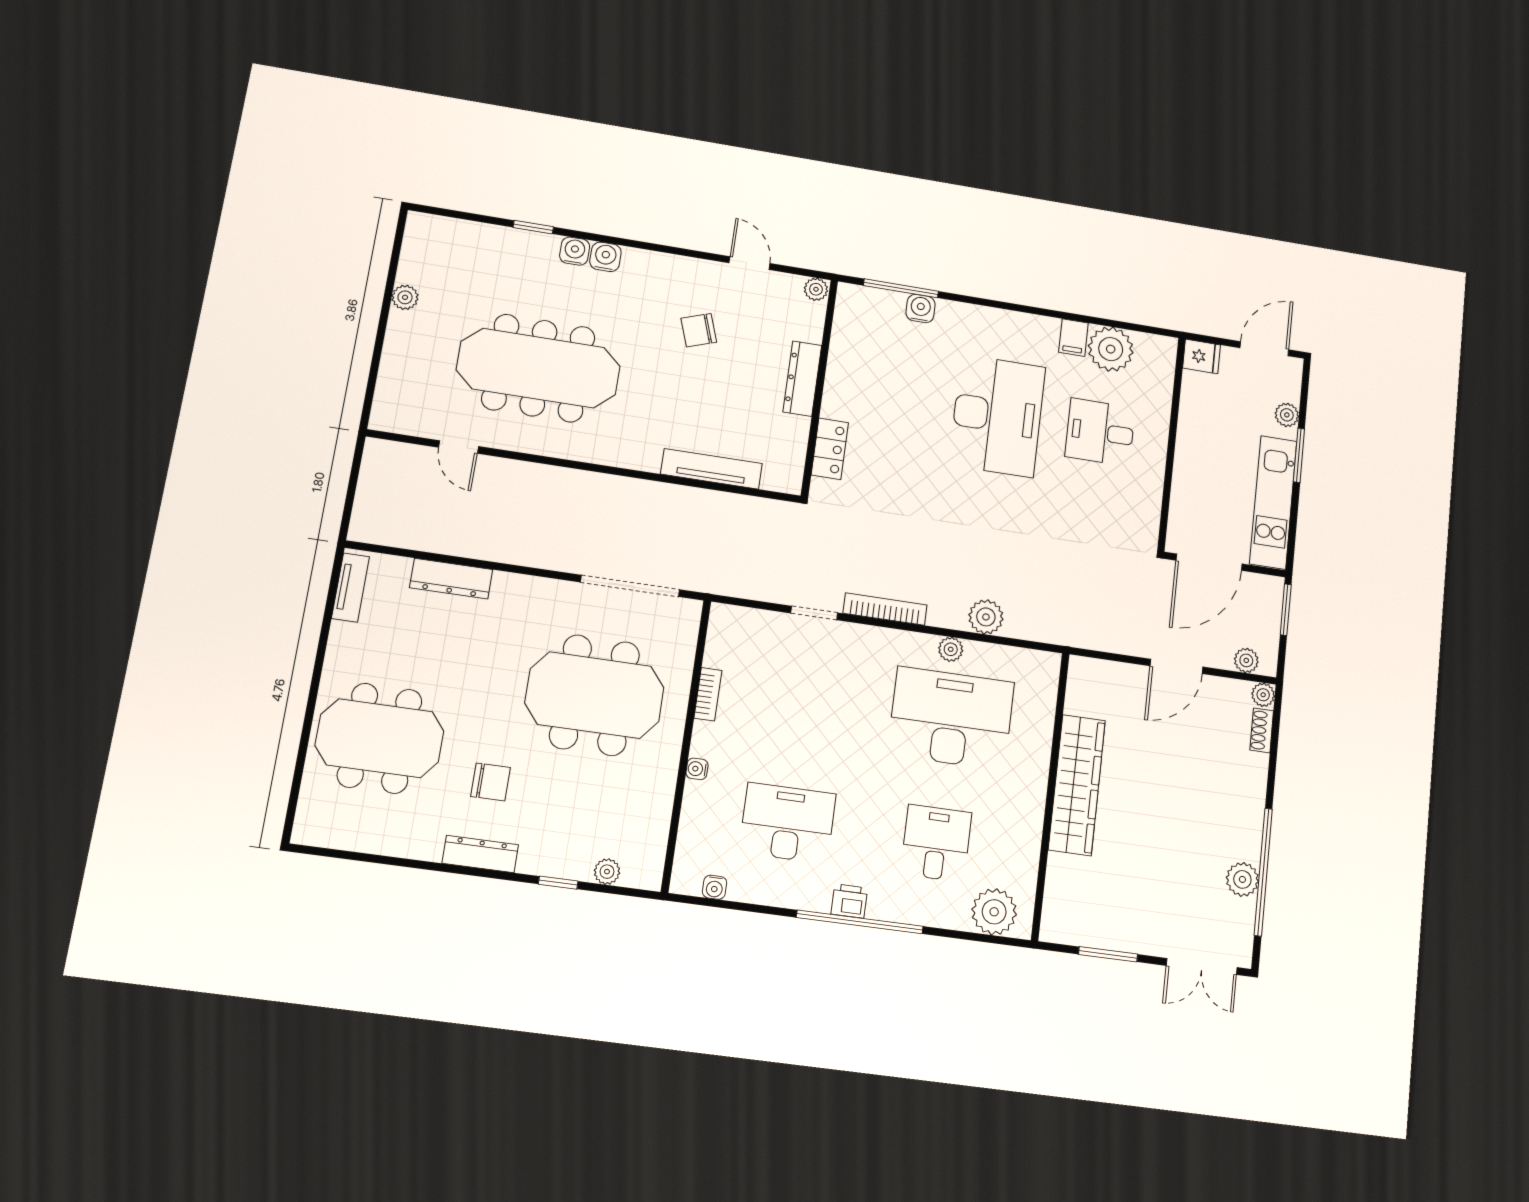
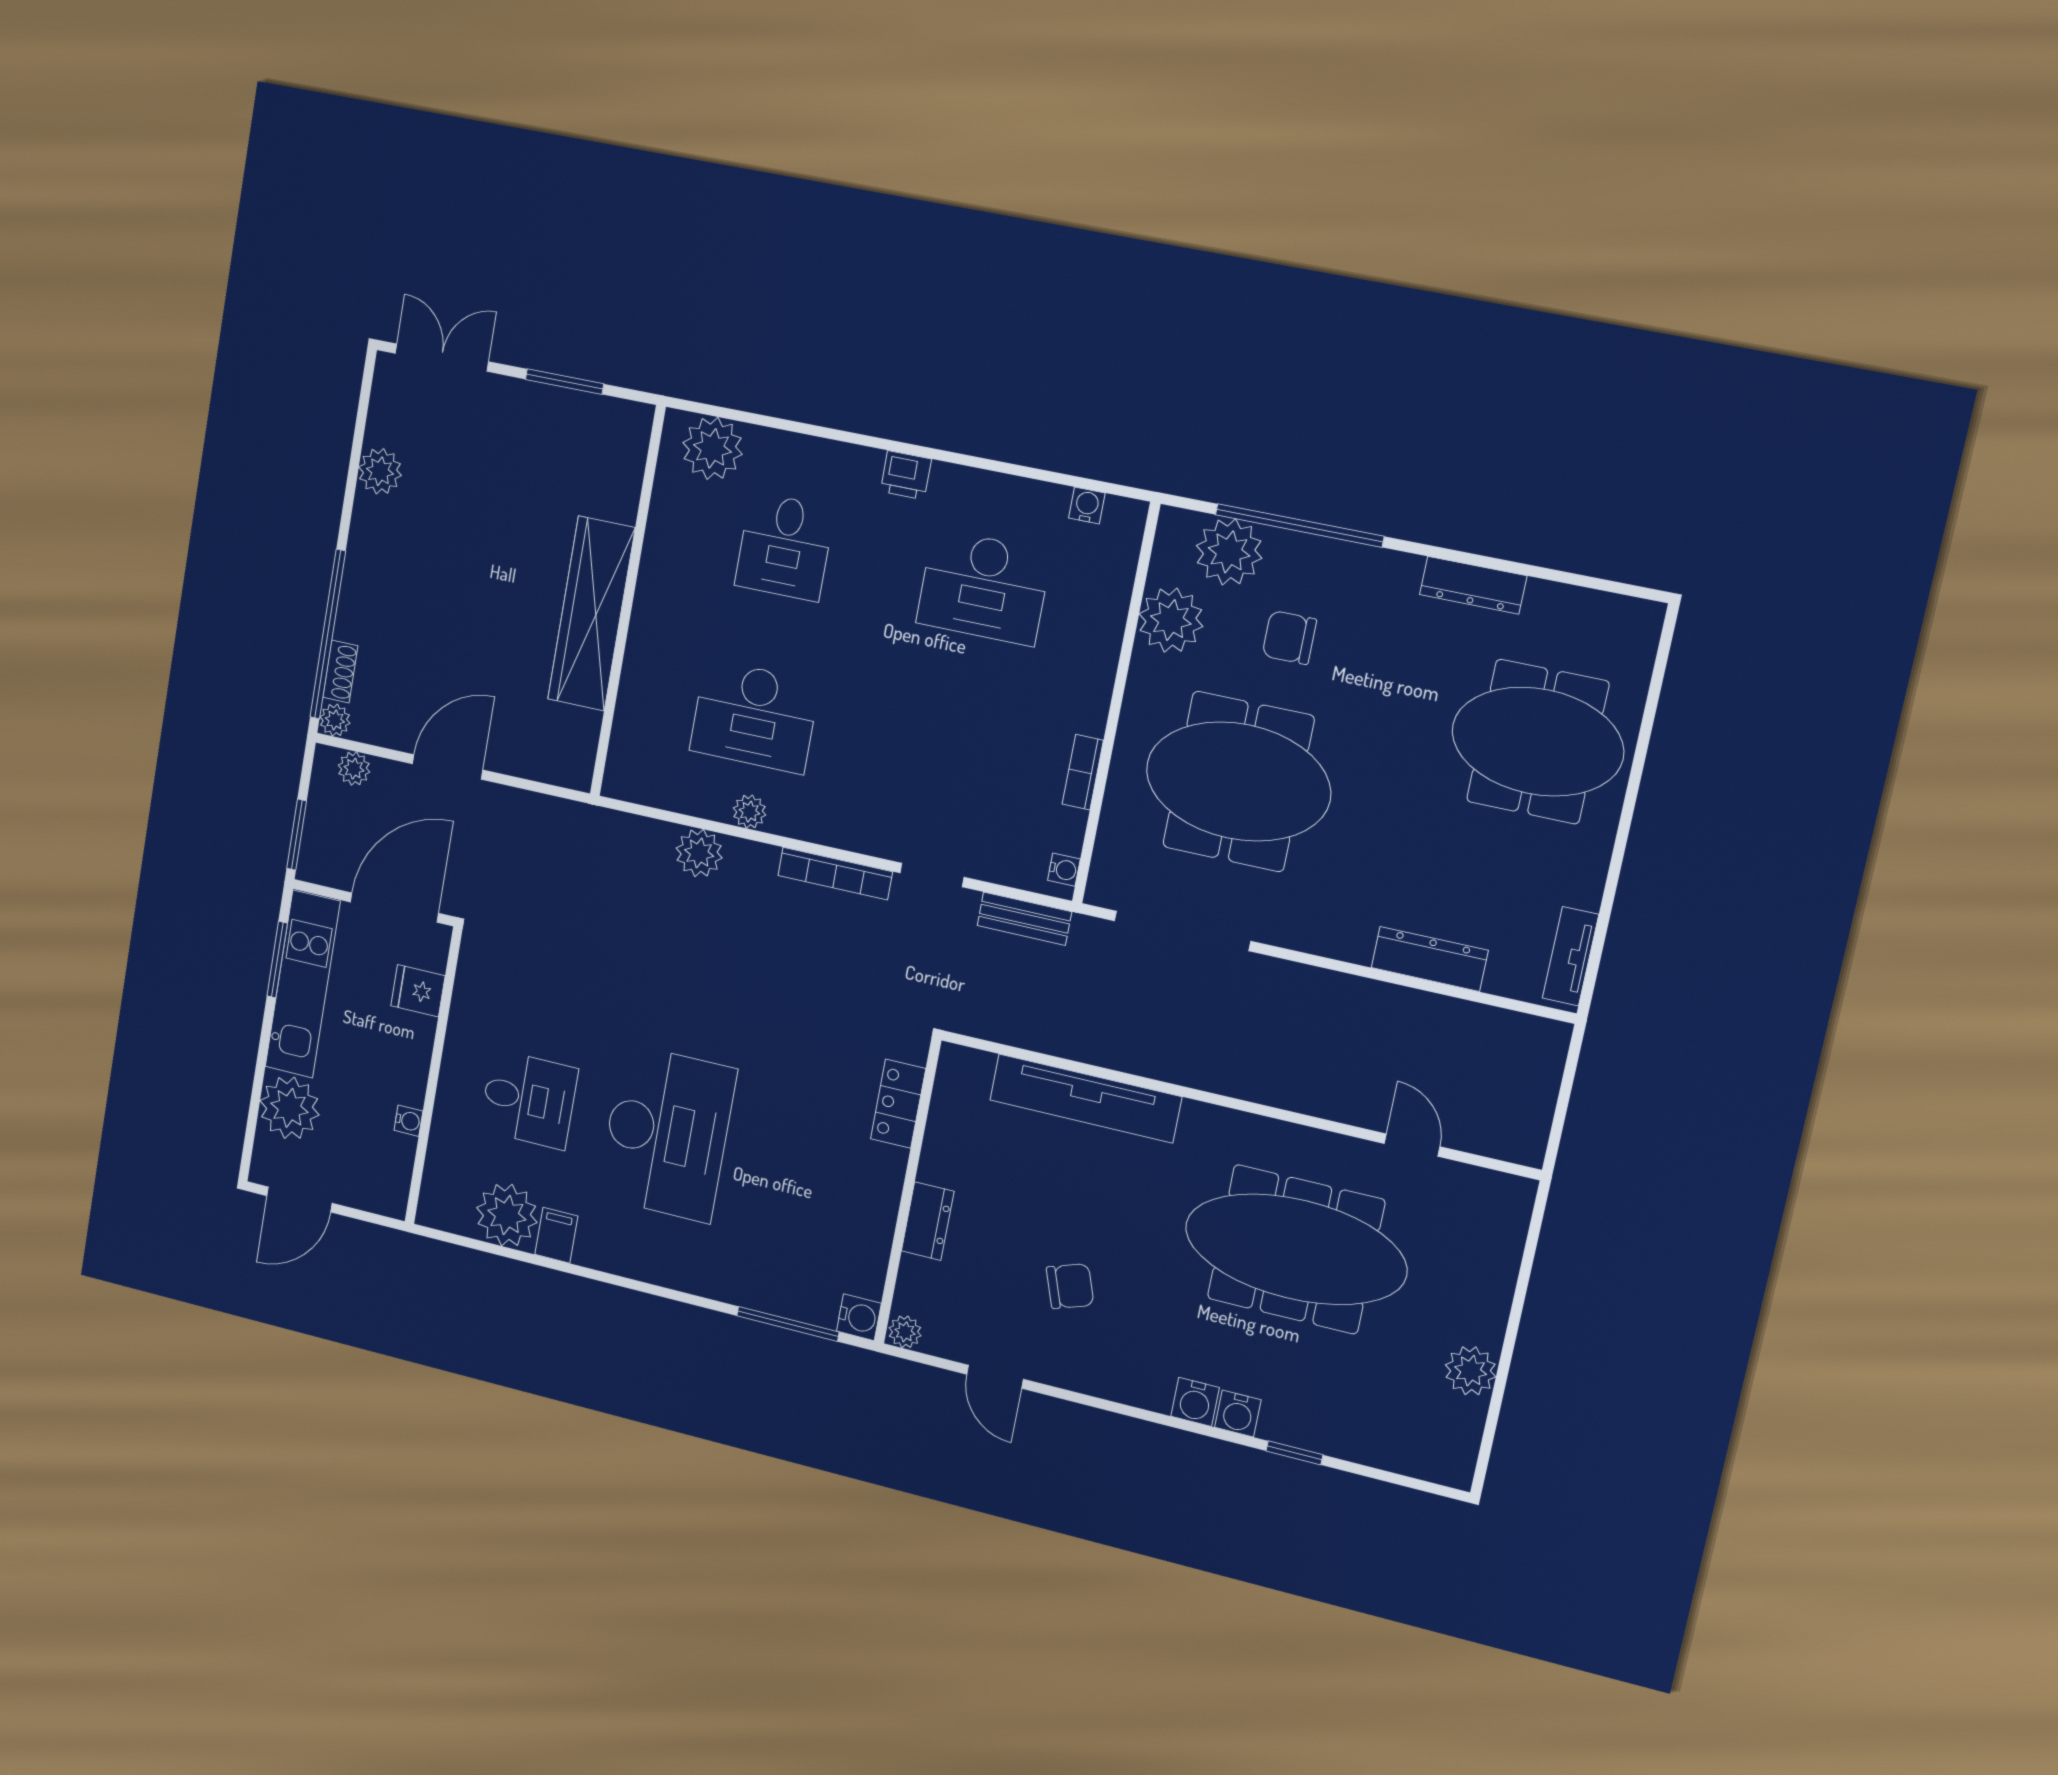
plant: (405, 297) -> (1471, 1371), width x1.38, depth x1.38
water cooler: (921, 309) -> (859, 1317), moved, turned -90
fridge: (1202, 356) -> (418, 991), moved
dresser: (802, 379) -> (928, 1221), width x0.70
water cooler: (1188, 410) -> (408, 1121), added
plant: (1287, 415) -> (289, 1108), width x1.87, depth x1.87
desk: (997, 416) -> (667, 1133), turned 180
window: (1299, 455) -> (277, 960), moved
tv unit: (712, 469) -> (1085, 1098), width x1.36, depth x1.29
bench: (745, 587) -> (1024, 919), added
desk: (951, 718) -> (754, 716), width x0.73, depth x0.77
water cooler: (697, 769) -> (1064, 870), moved
chair: (491, 782) -> (1289, 638), moved
plant: (649, 808) -> (1171, 620), added
dresser: (480, 854) -> (1473, 585), moved
plant: (607, 872) -> (1229, 552), width x1.88, depth x1.88
window: (1263, 872) -> (328, 634), moved
window: (558, 883) -> (1300, 525), width x3.17
window: (860, 922) -> (893, 446), removed

